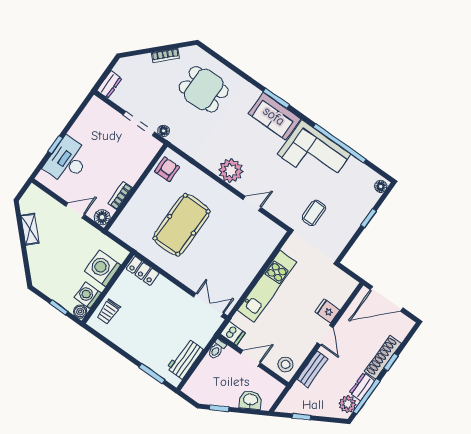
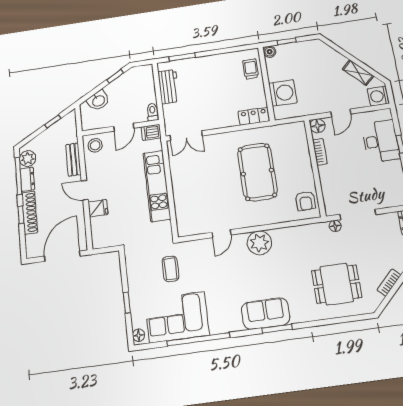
corner sofa: (314, 154) -> (177, 317), moved
washing machine: (88, 295) -> (378, 96), moved, turned 180

